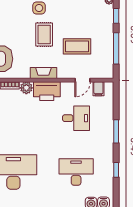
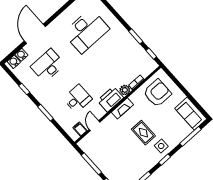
coffee table: (77, 46) -> (117, 143), removed
desk: (76, 118) -> (77, 99), turned 180
desk: (76, 172) -> (48, 66), turned 180

